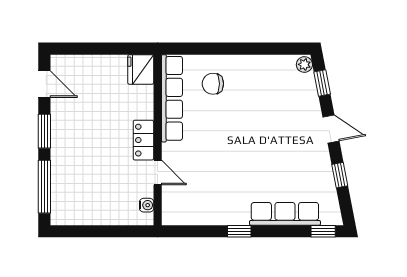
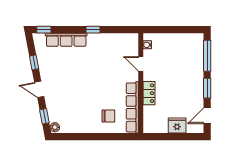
fridge: (141, 69) -> (177, 126), moved, turned -90
door: (44, 84) -> (207, 116), hinge flipped
locker: (143, 140) -> (149, 93), moved

